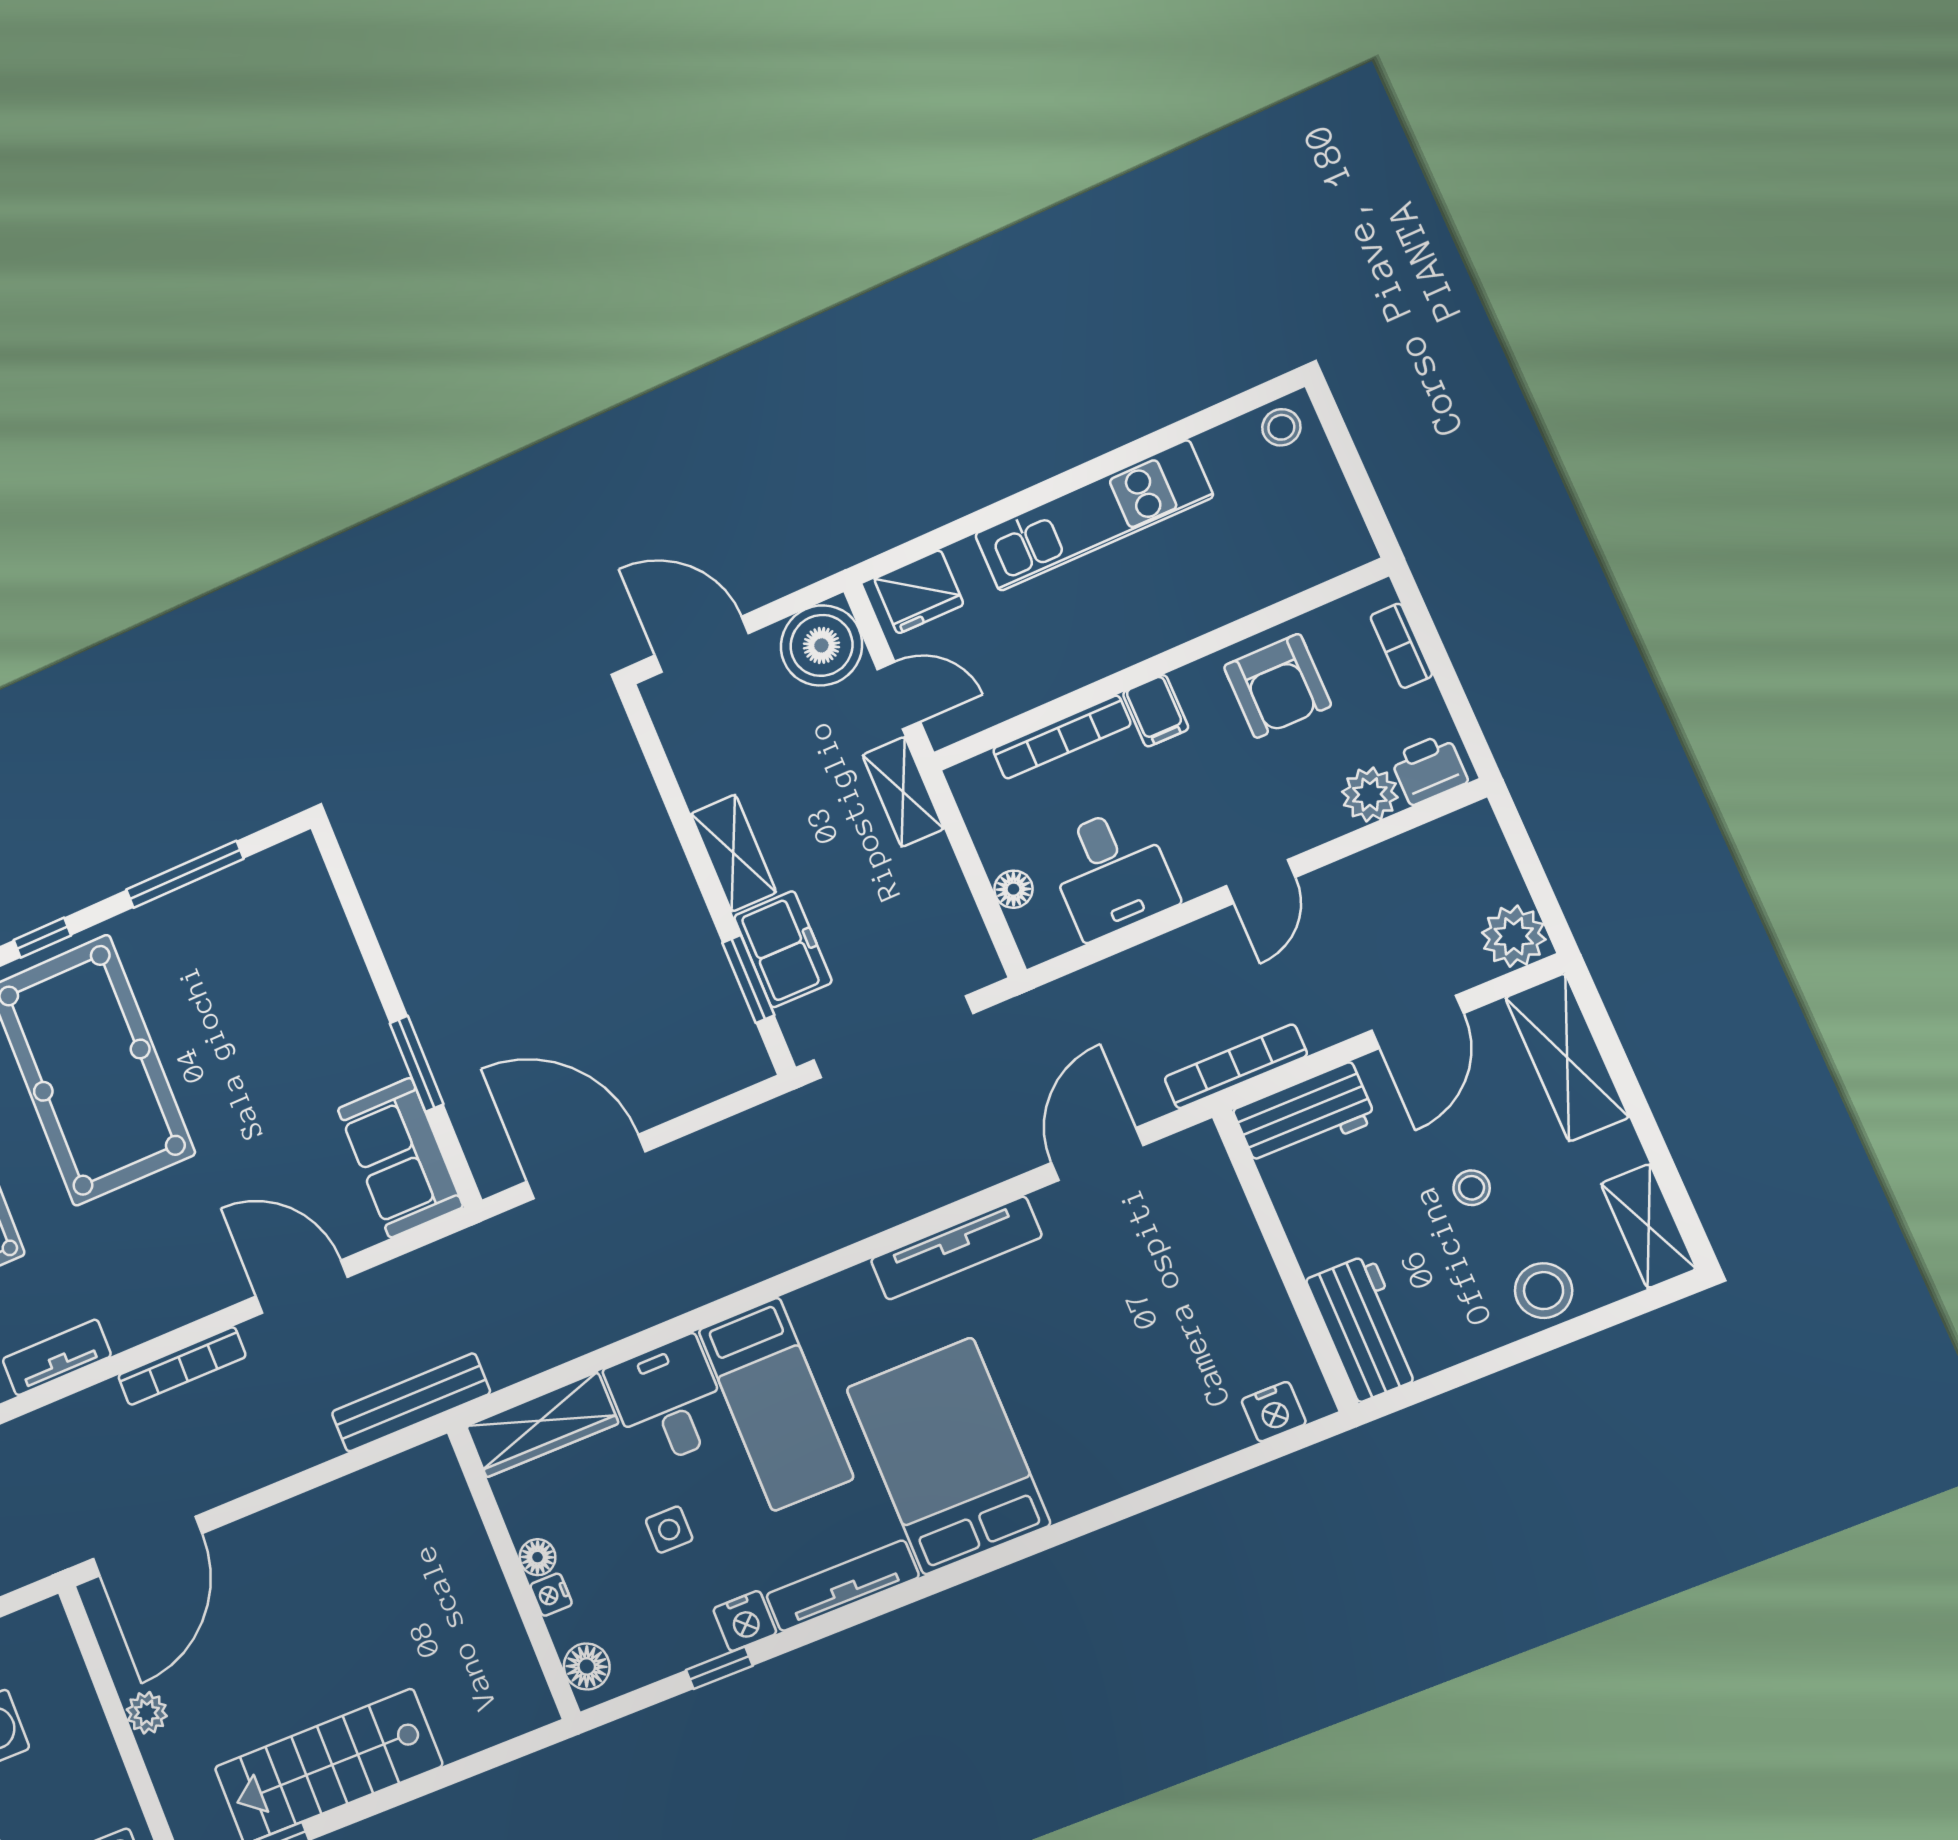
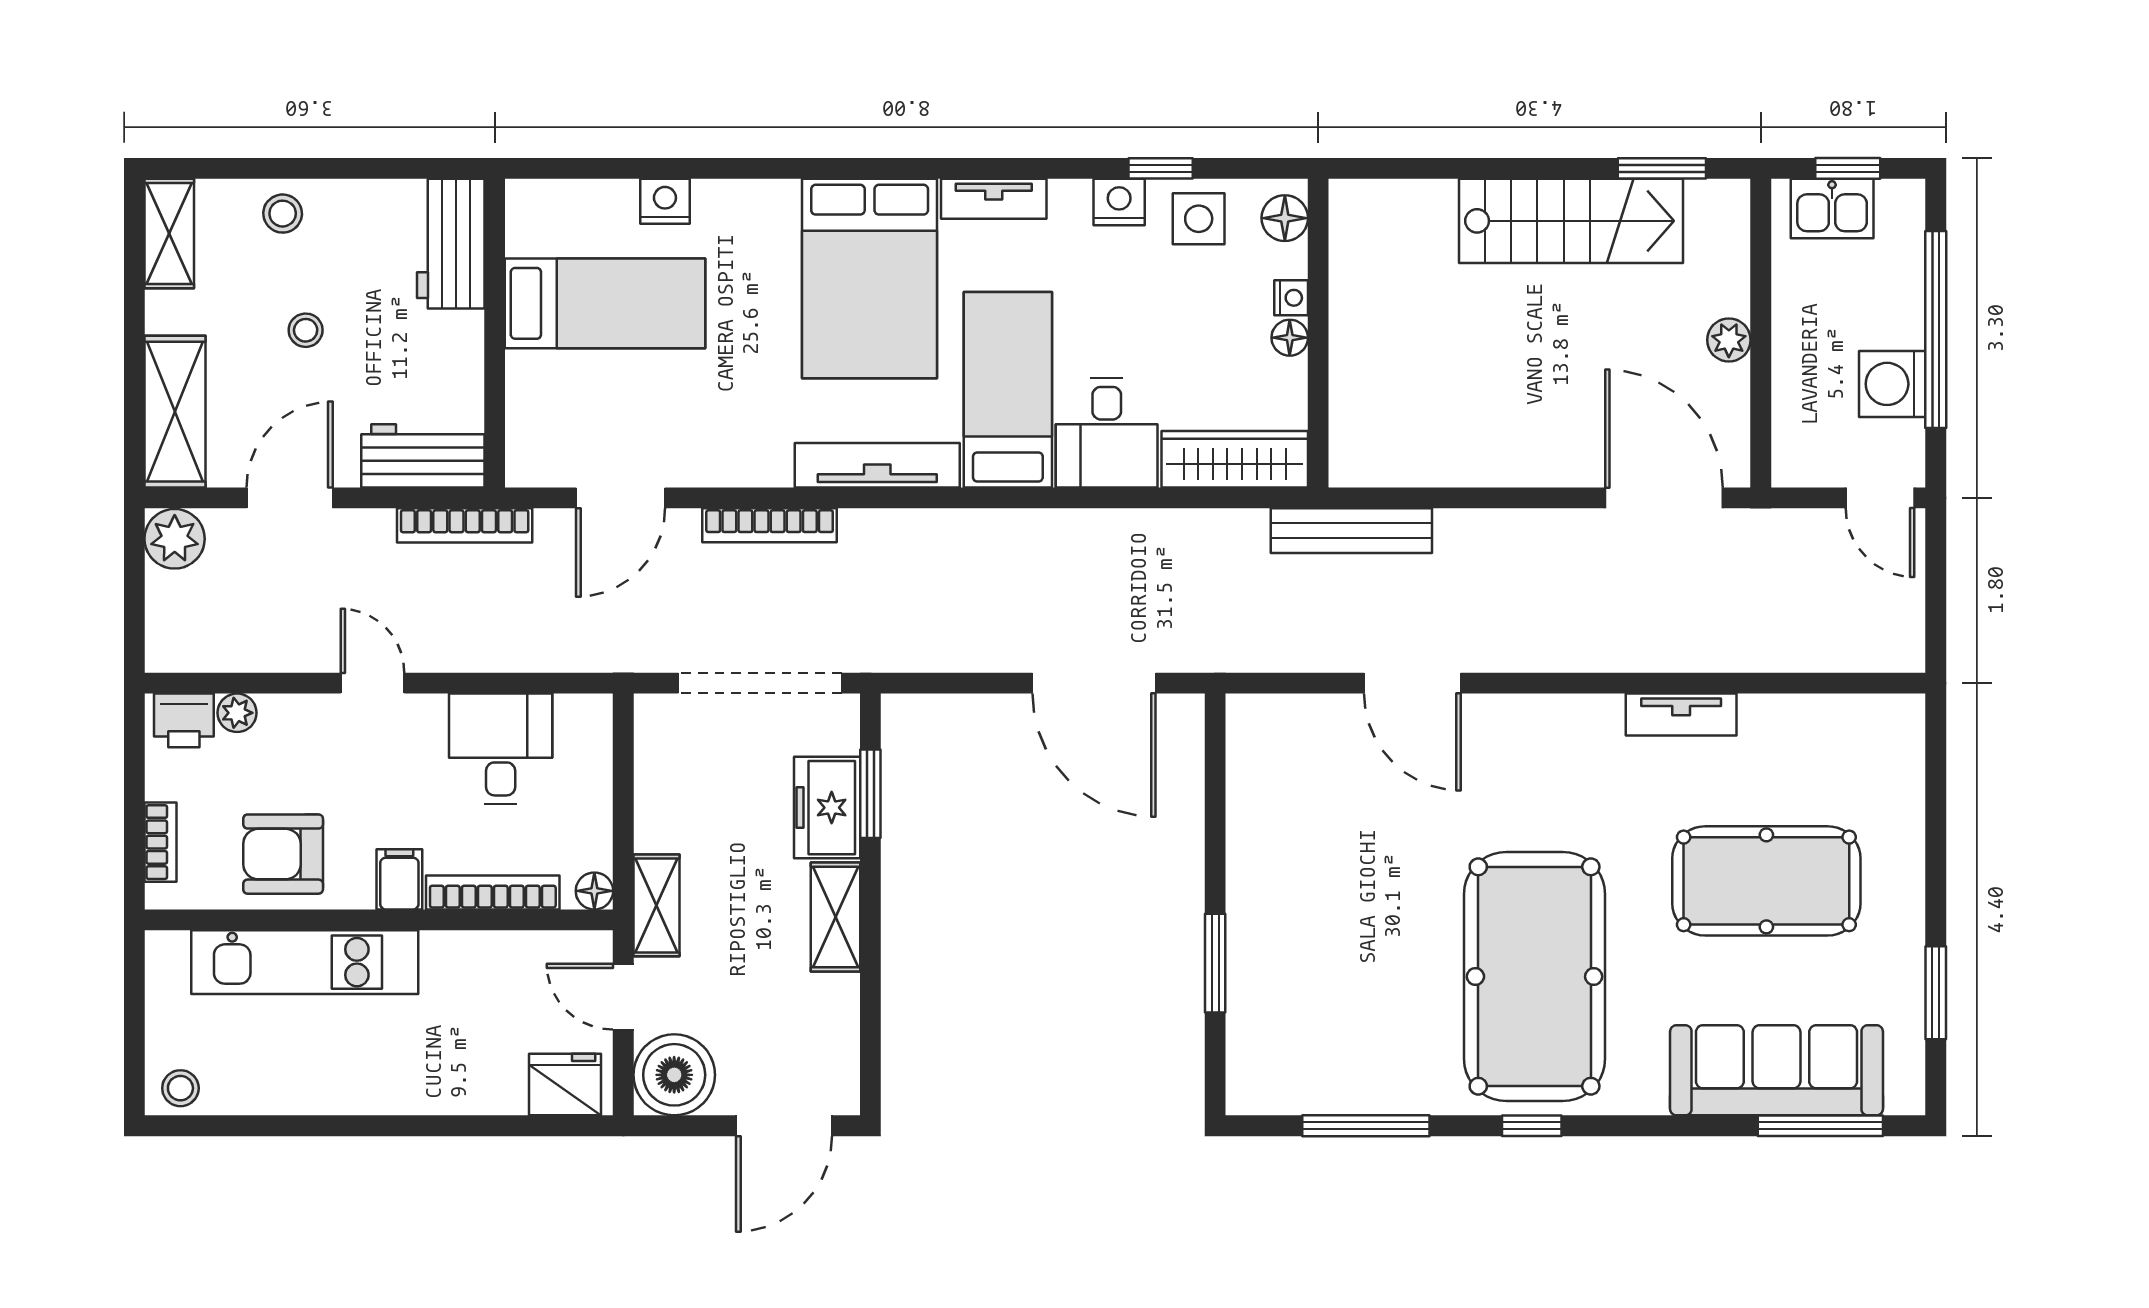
kitchen unit: (1094, 516) -> (305, 962), moved, turned 180
door: (702, 644) -> (784, 1126), hinge flipped
armchair: (1277, 686) -> (283, 854), turned -90
plant: (1370, 794) -> (237, 713), width x0.73, depth x0.73
door: (1261, 882) -> (373, 683), hinge flipped
floor lamp: (1013, 889) -> (594, 891), moved
window: (417, 1064) -> (1215, 963), moved
sofa: (400, 1158) -> (1267, 766), removed
tv unit: (956, 1248) -> (877, 465), moved
stool: (1544, 1291) -> (283, 214), width x0.73, depth x0.73
bed: (1190, 1331) -> (605, 303), added
bookcase: (182, 1366) -> (770, 525), moved, turned 180
nightstand: (1274, 1412) -> (665, 201), moved
side table: (669, 1530) -> (1199, 219), moved, width x1.37, depth x1.37
door: (147, 1546) -> (1664, 498), hinge flipped
tv unit: (843, 1586) -> (994, 199), width x0.71

